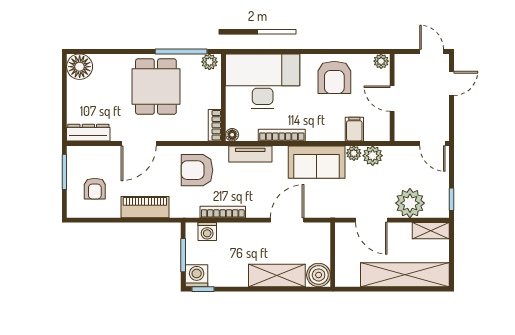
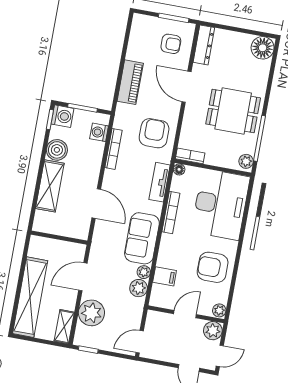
plant: (405, 64) -> (213, 331), added
armchair: (95, 189) -> (171, 44), moved, turned 180
boiler: (319, 275) -> (57, 150), moved

